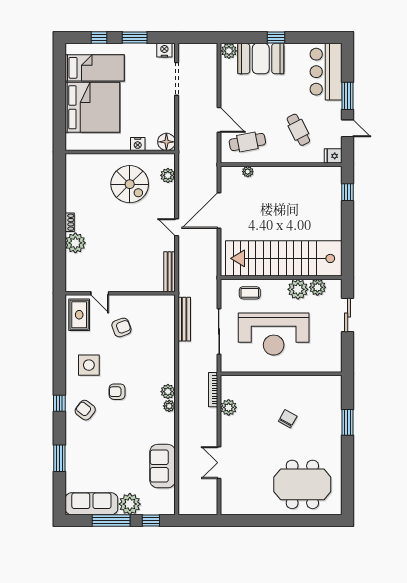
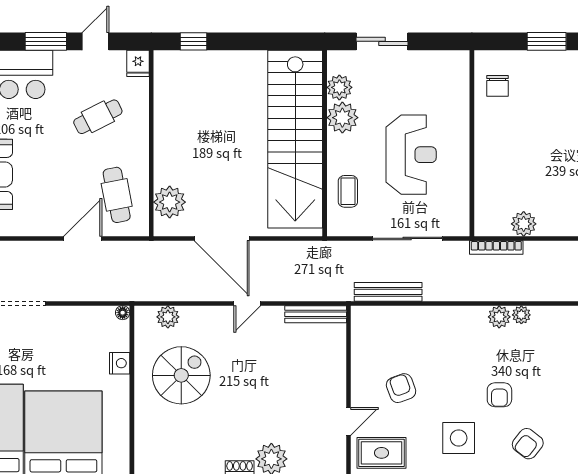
floor lamp: (166, 142) -> (123, 313), width x0.53, depth x0.53
plant: (248, 172) -> (170, 202), width x1.88, depth x1.88
reception desk: (274, 334) -> (411, 155), width x0.74, depth x0.77
chair: (288, 419) -> (498, 86), moved, turned -119

